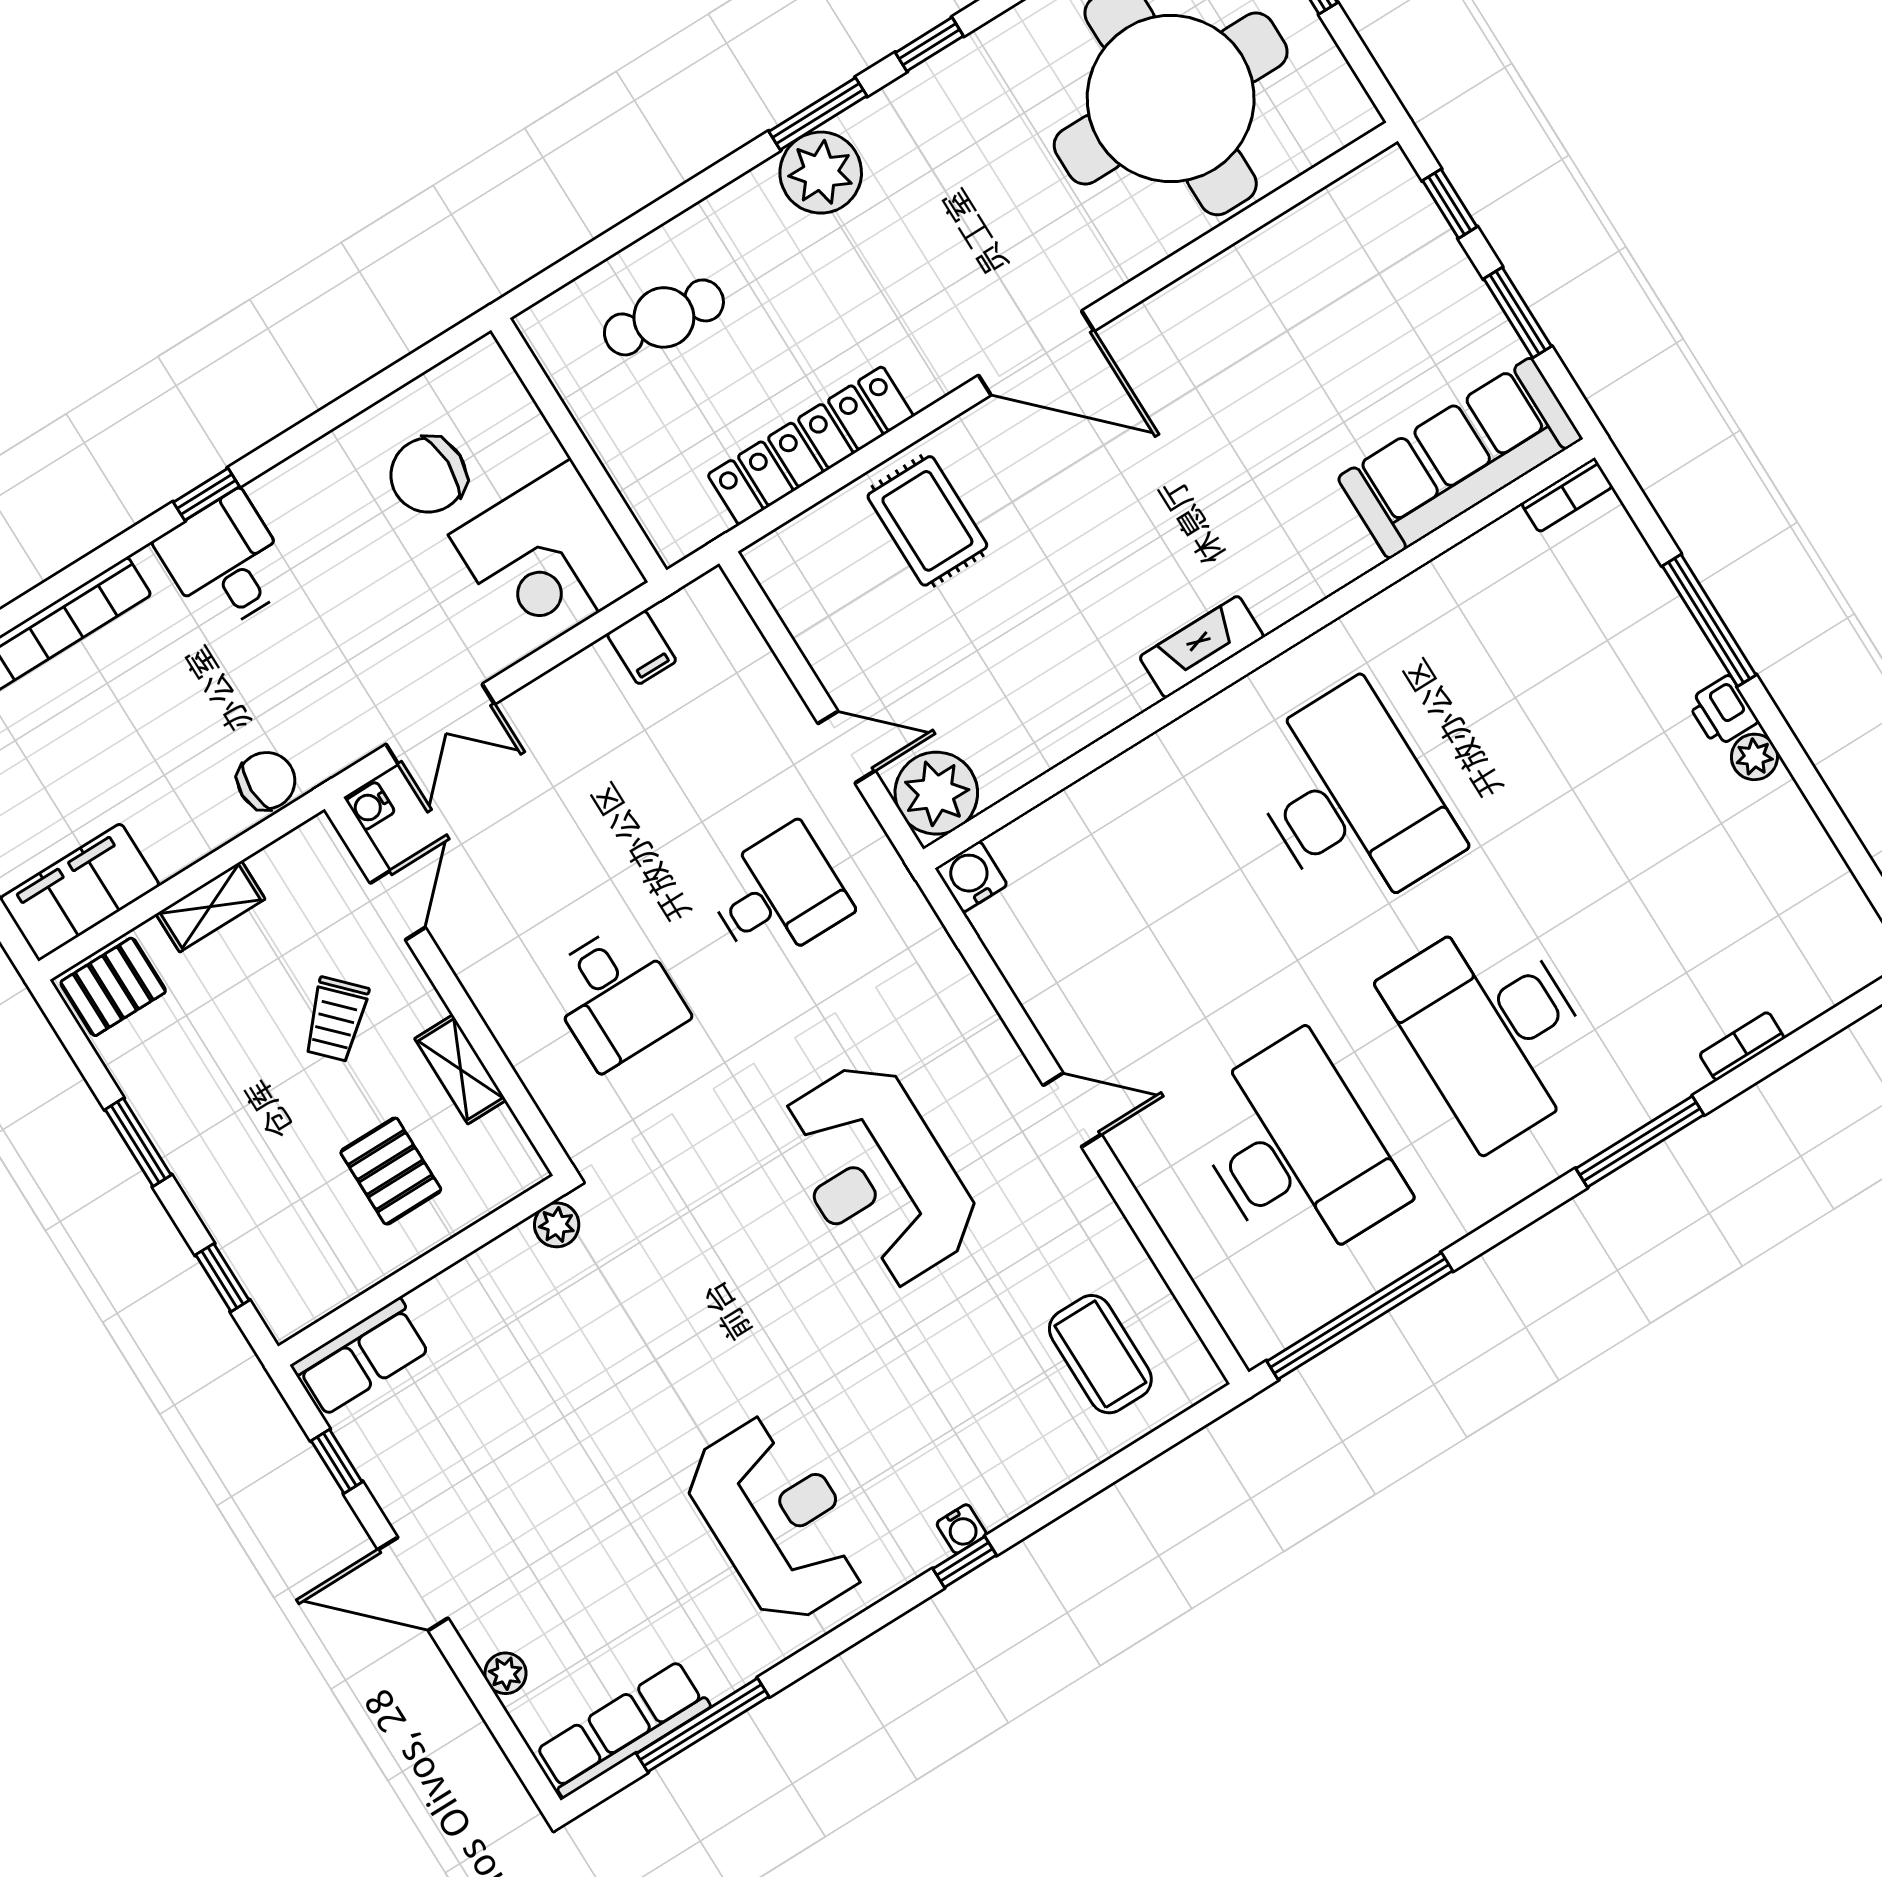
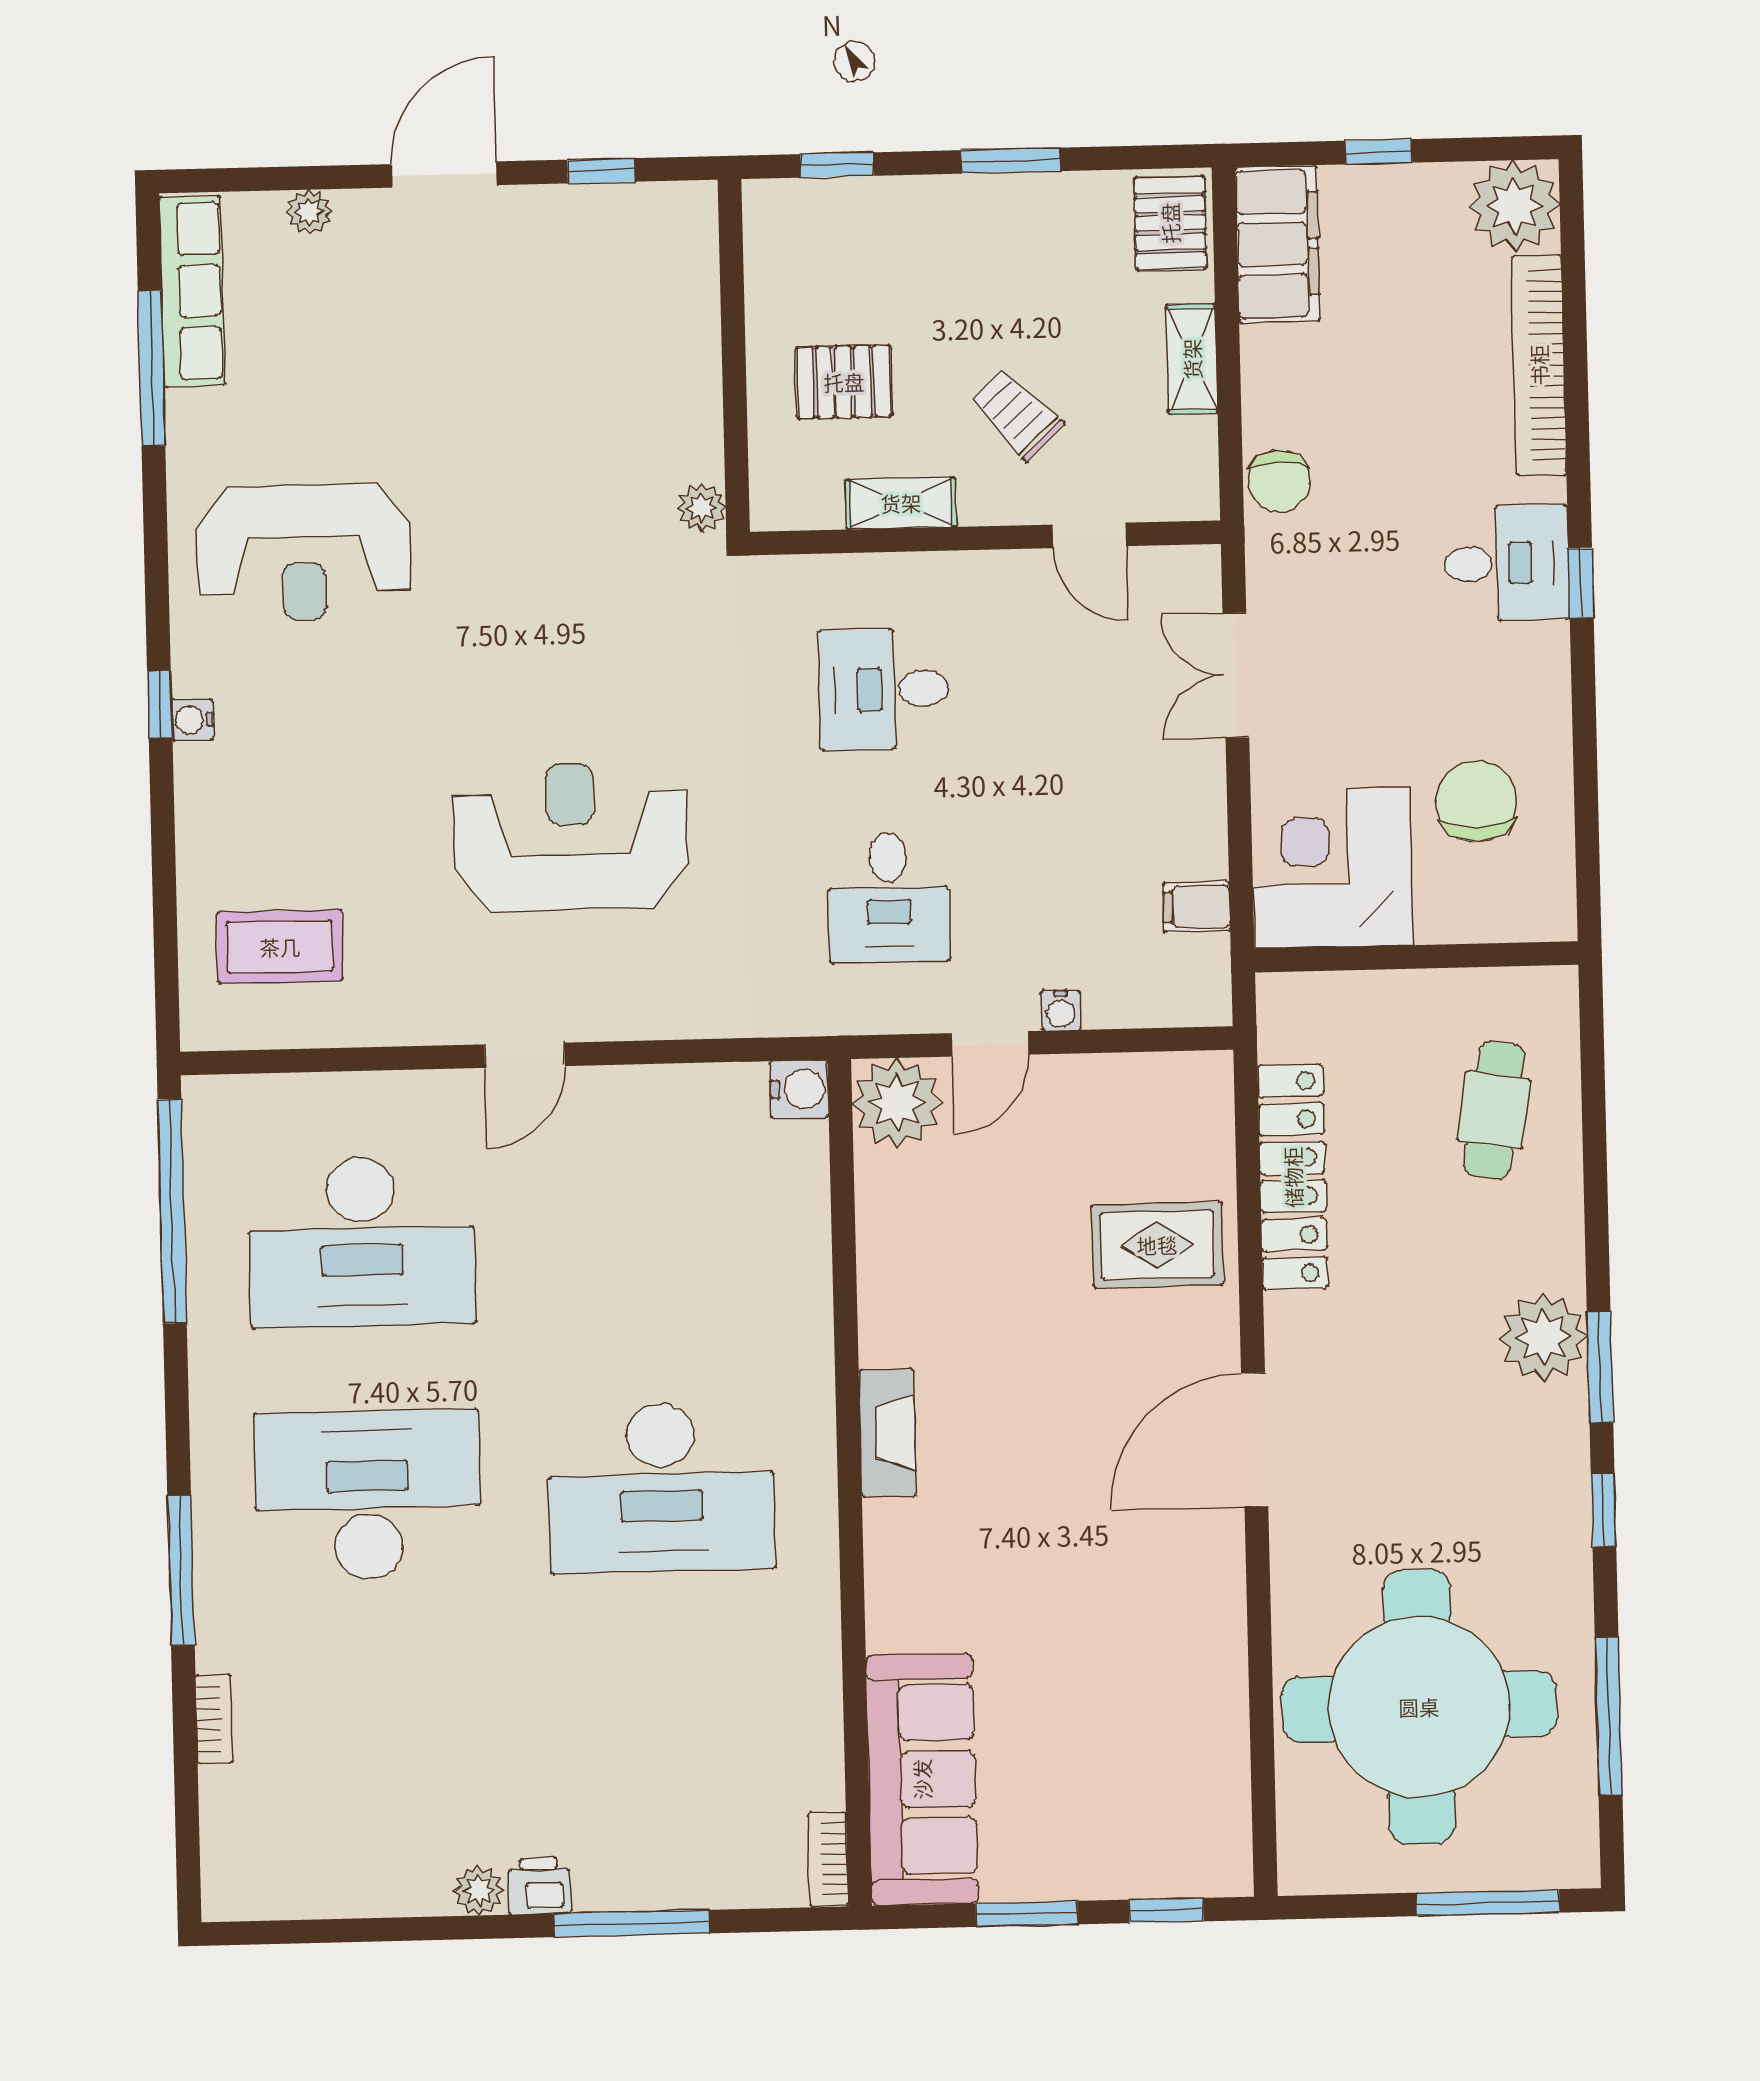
water cooler: (370, 806) -> (1061, 1010), moved, turned 180
row of seats: (361, 1357) -> (686, 251), removed

